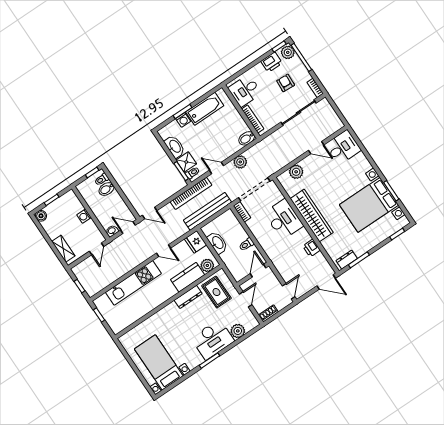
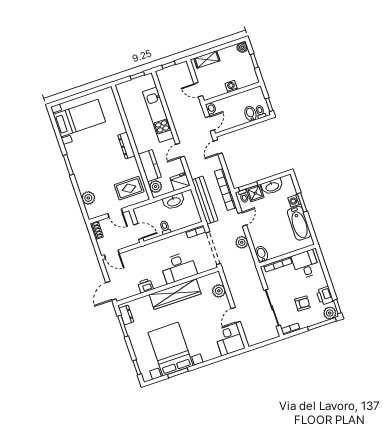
dresser: (188, 297) -> (126, 146), moved
desk: (213, 340) -> (87, 173), removed

